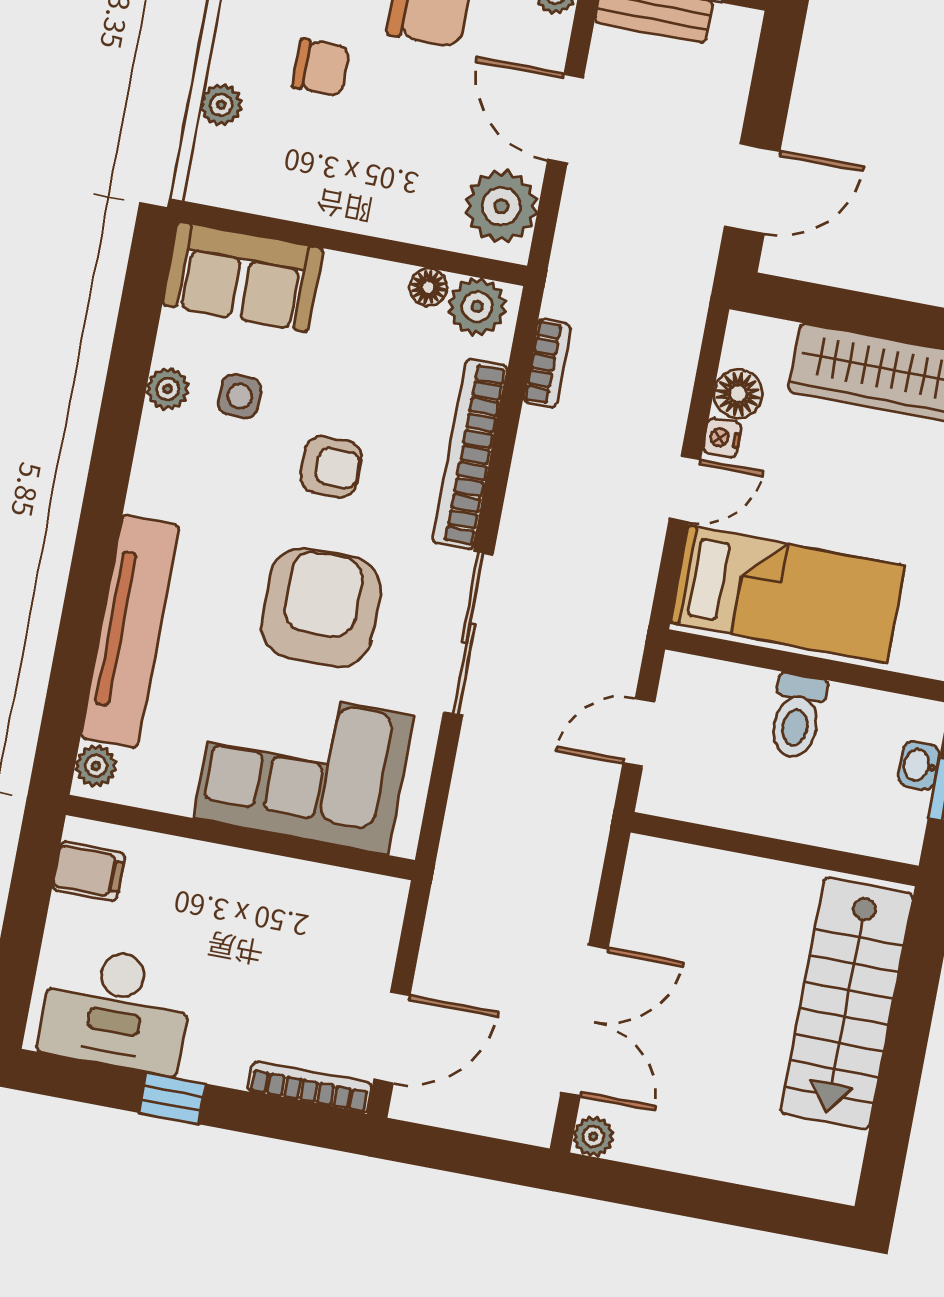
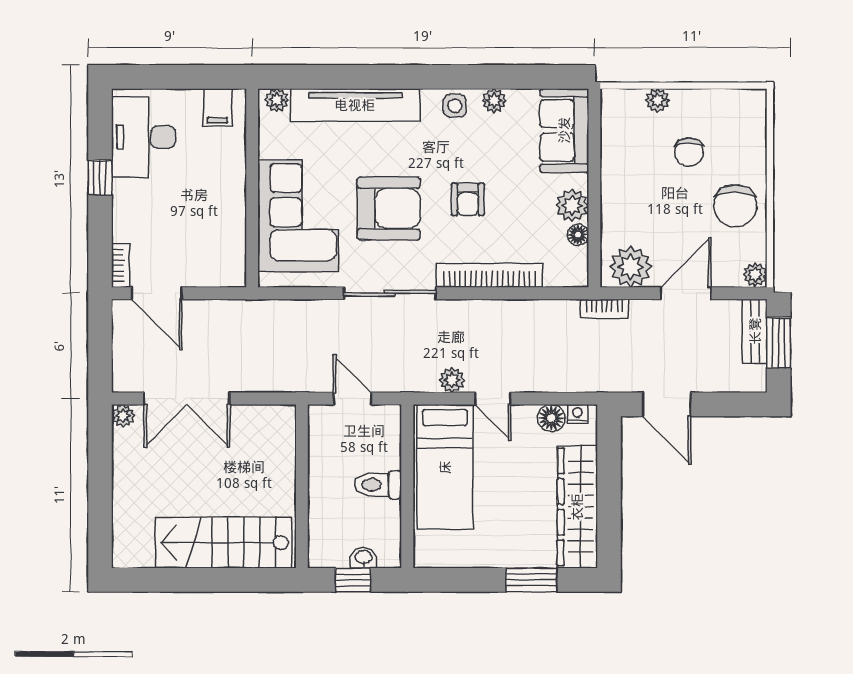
plant: (477, 307) -> (572, 205), moved
bookcase: (547, 363) -> (604, 309), moved
side table: (240, 396) -> (455, 106), moved
nightstand: (722, 438) -> (577, 414), moved
plant: (640, 554) -> (452, 380), added
bookcase: (310, 1087) -> (121, 265), width x0.64

